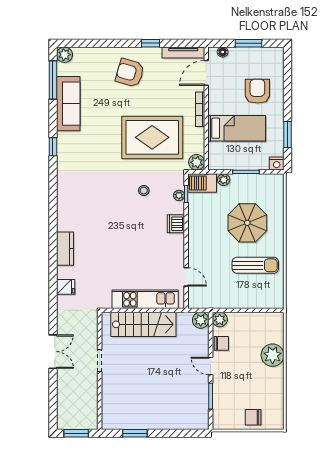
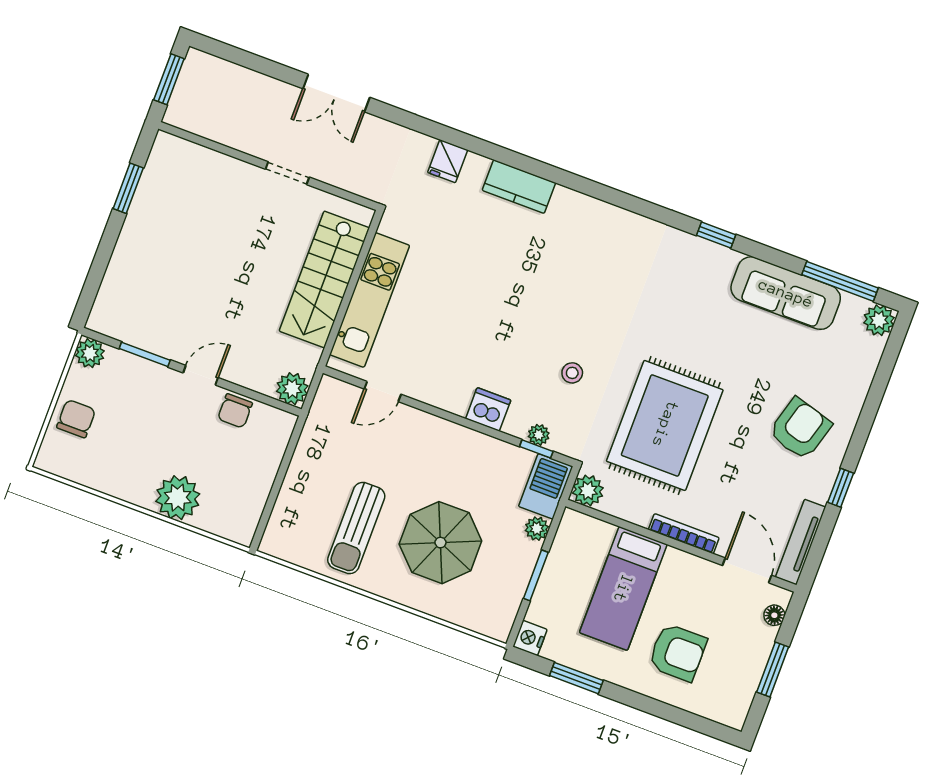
plant: (220, 319) -> (90, 353), moved

